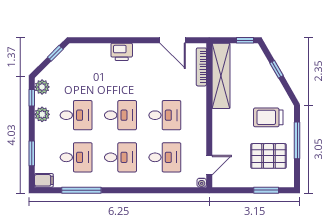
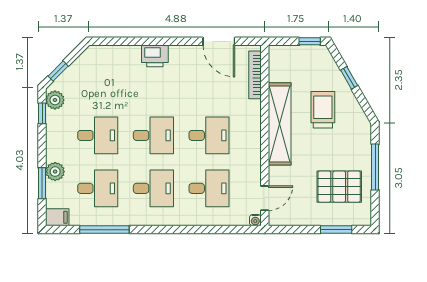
window: (55, 53) -> (58, 71), moved
shelving: (221, 76) -> (280, 124), moved
plant: (42, 114) -> (55, 172), moved
trolley: (268, 117) -> (323, 110), moved, turned 90

